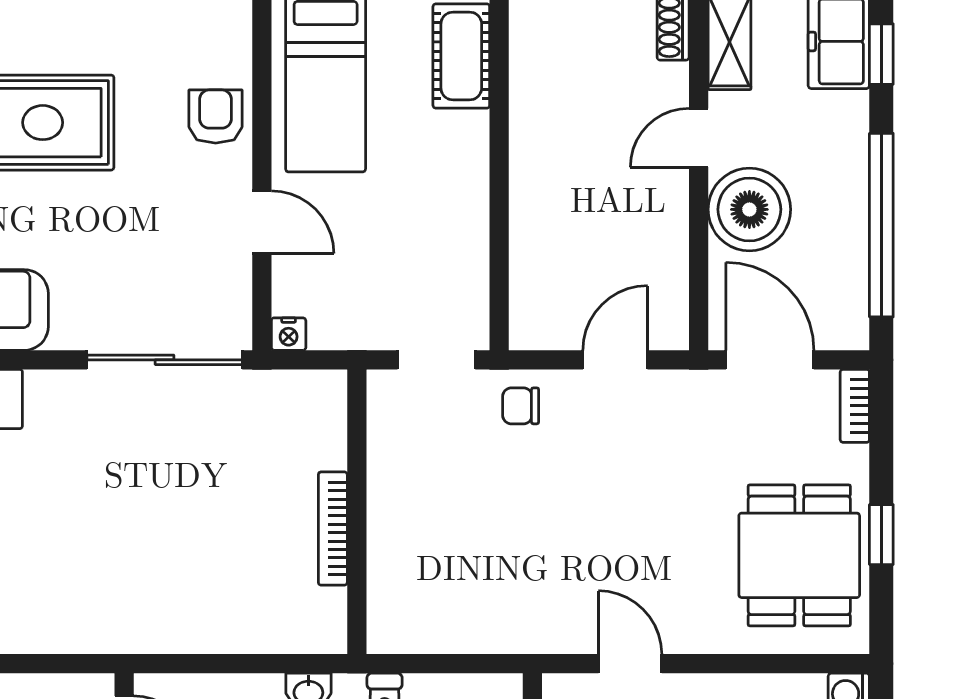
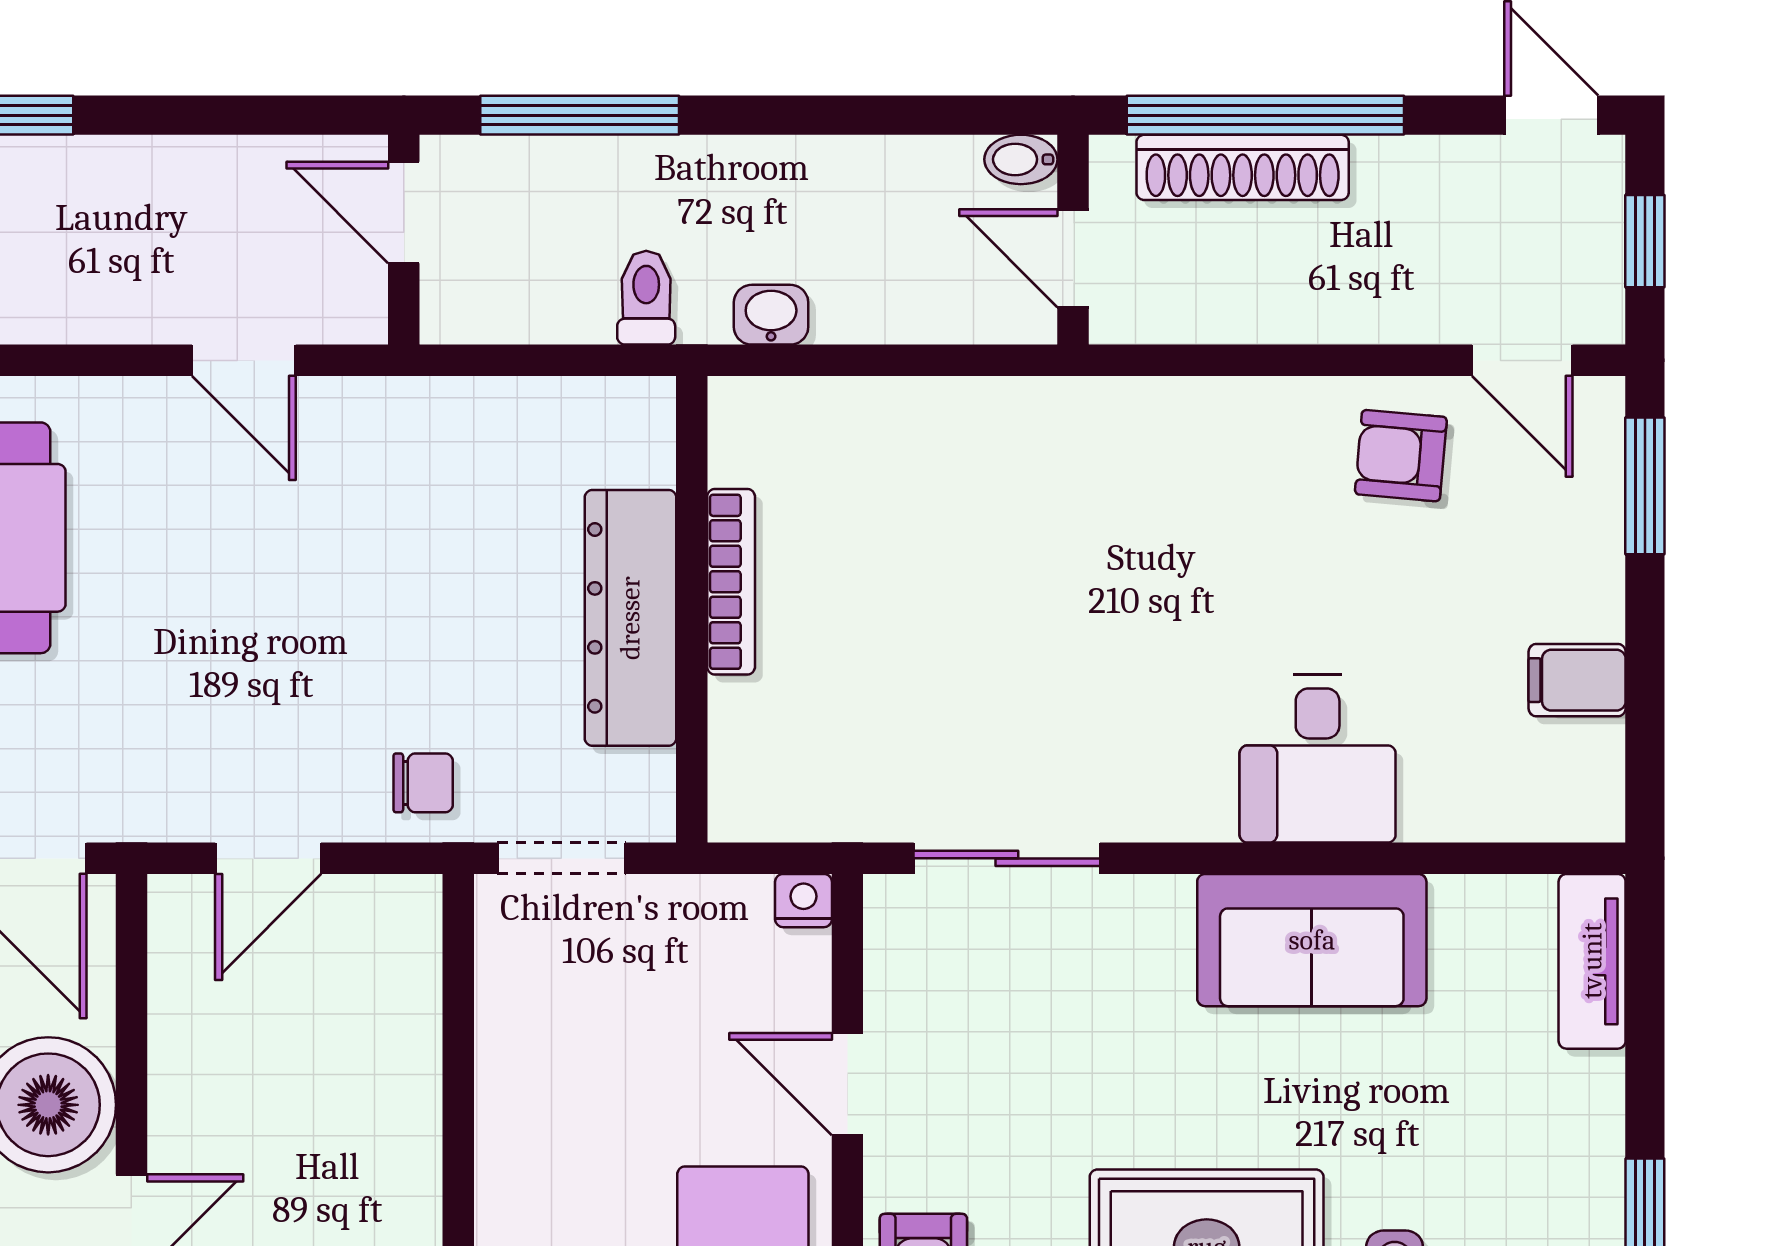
sliding door: (165, 360) -> (1007, 858), width x0.73
dresser: (394, 507) -> (630, 618), added

